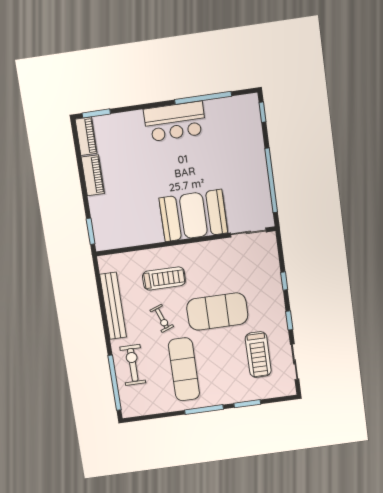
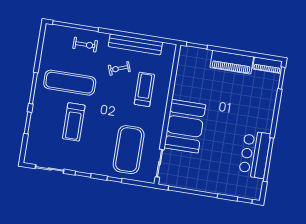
bar counter: (175, 121) -> (255, 154), moved
piano: (93, 175) -> (232, 62), width x1.37, depth x1.33
treadmill: (164, 278) -> (144, 89), turned 180
exercise mat: (217, 312) -> (129, 150), moved
exercise bike: (162, 318) -> (119, 68), moved
treadmill: (258, 355) -> (74, 122), moved, turned -90
exercise bike: (133, 365) -> (85, 45), width x0.73, depth x0.72

